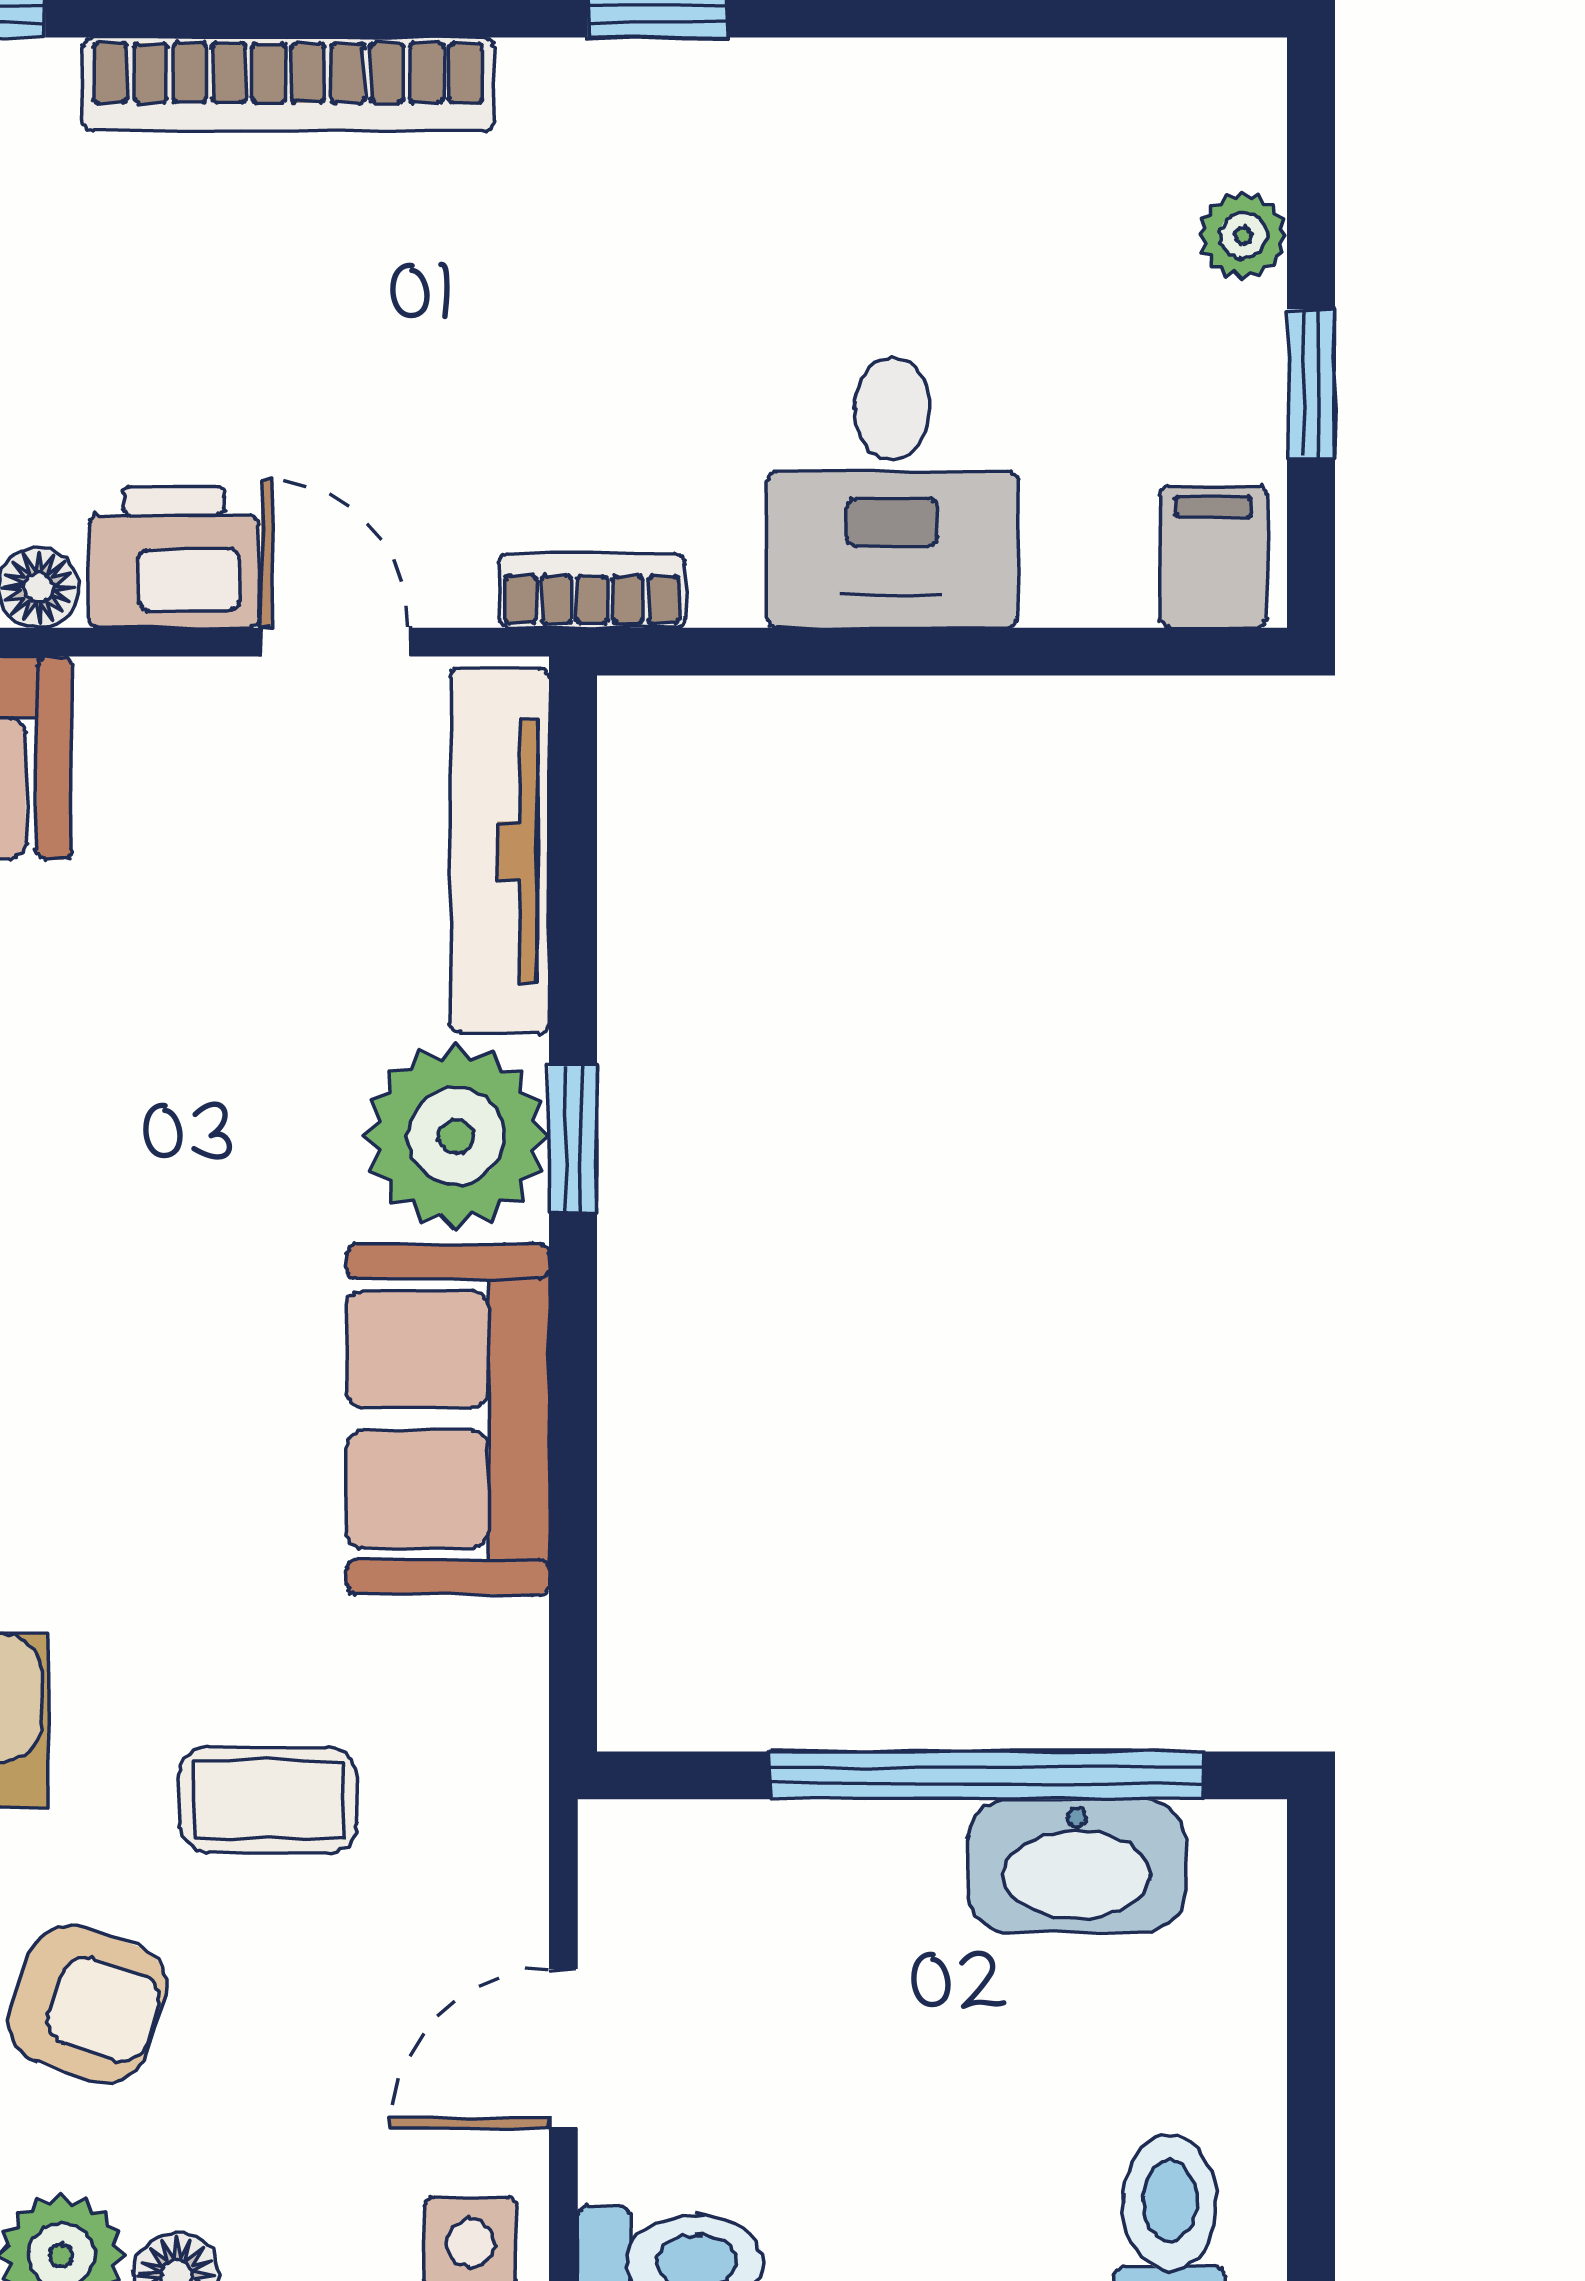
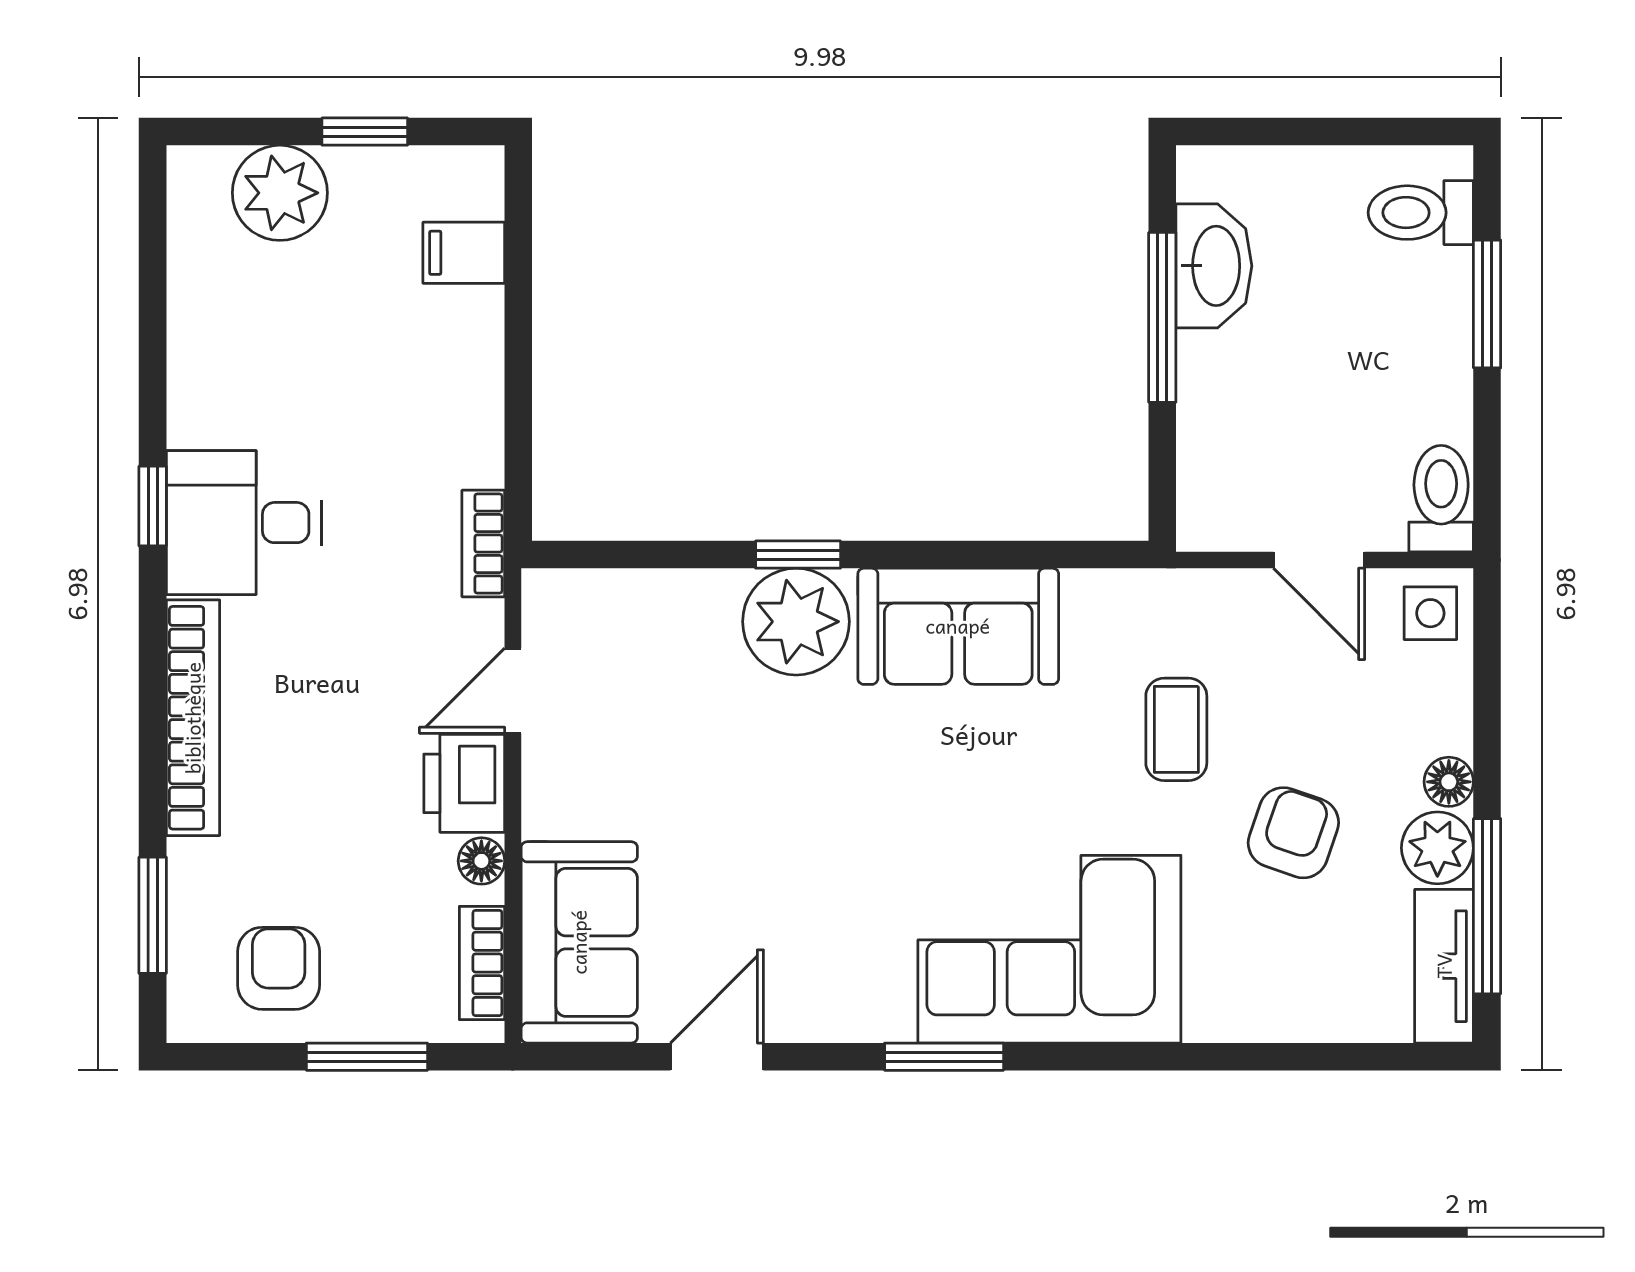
plant: (1243, 236) -> (280, 193), width x1.88, depth x1.88
desk: (892, 493) -> (244, 523), moved, turned 180
filing cabinet: (1214, 557) -> (464, 253), moved
tv unit: (500, 851) -> (632, 597), removed
window: (987, 1775) -> (1162, 317), width x0.68

